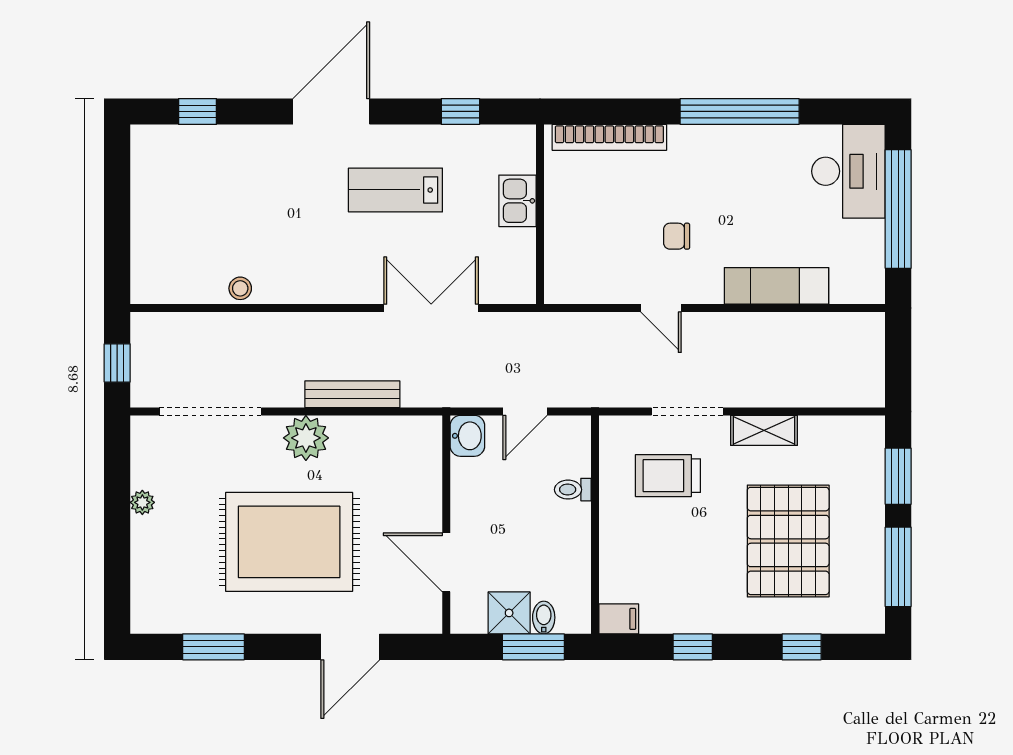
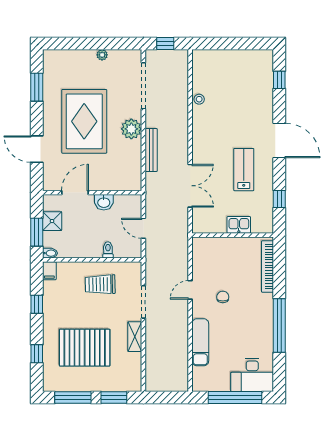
washbasin: (467, 436) -> (104, 202), moved
trolley: (668, 476) -> (100, 284), moved, turned -91
bidet: (544, 618) -> (50, 253), moved

